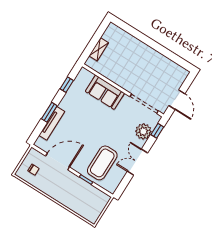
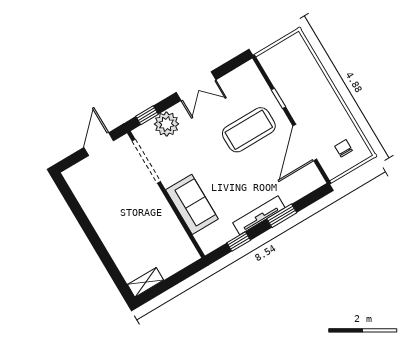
shelving: (99, 49) -> (146, 282), moved
tv unit: (52, 123) -> (259, 215), moved
door: (58, 162) -> (305, 143), hinge flipped
coffee table: (102, 163) -> (249, 130), moved

